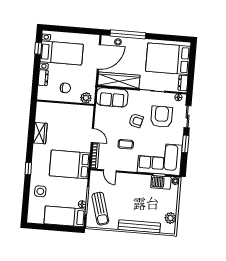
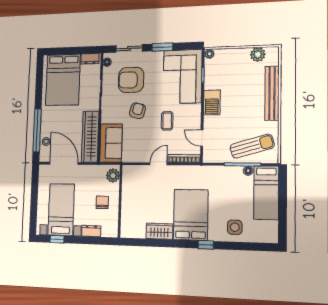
bed: (70, 164) -> (191, 215), moved, turned 180
door: (110, 171) -> (202, 138), swing flipped
barbecue: (161, 182) -> (212, 102), moved

